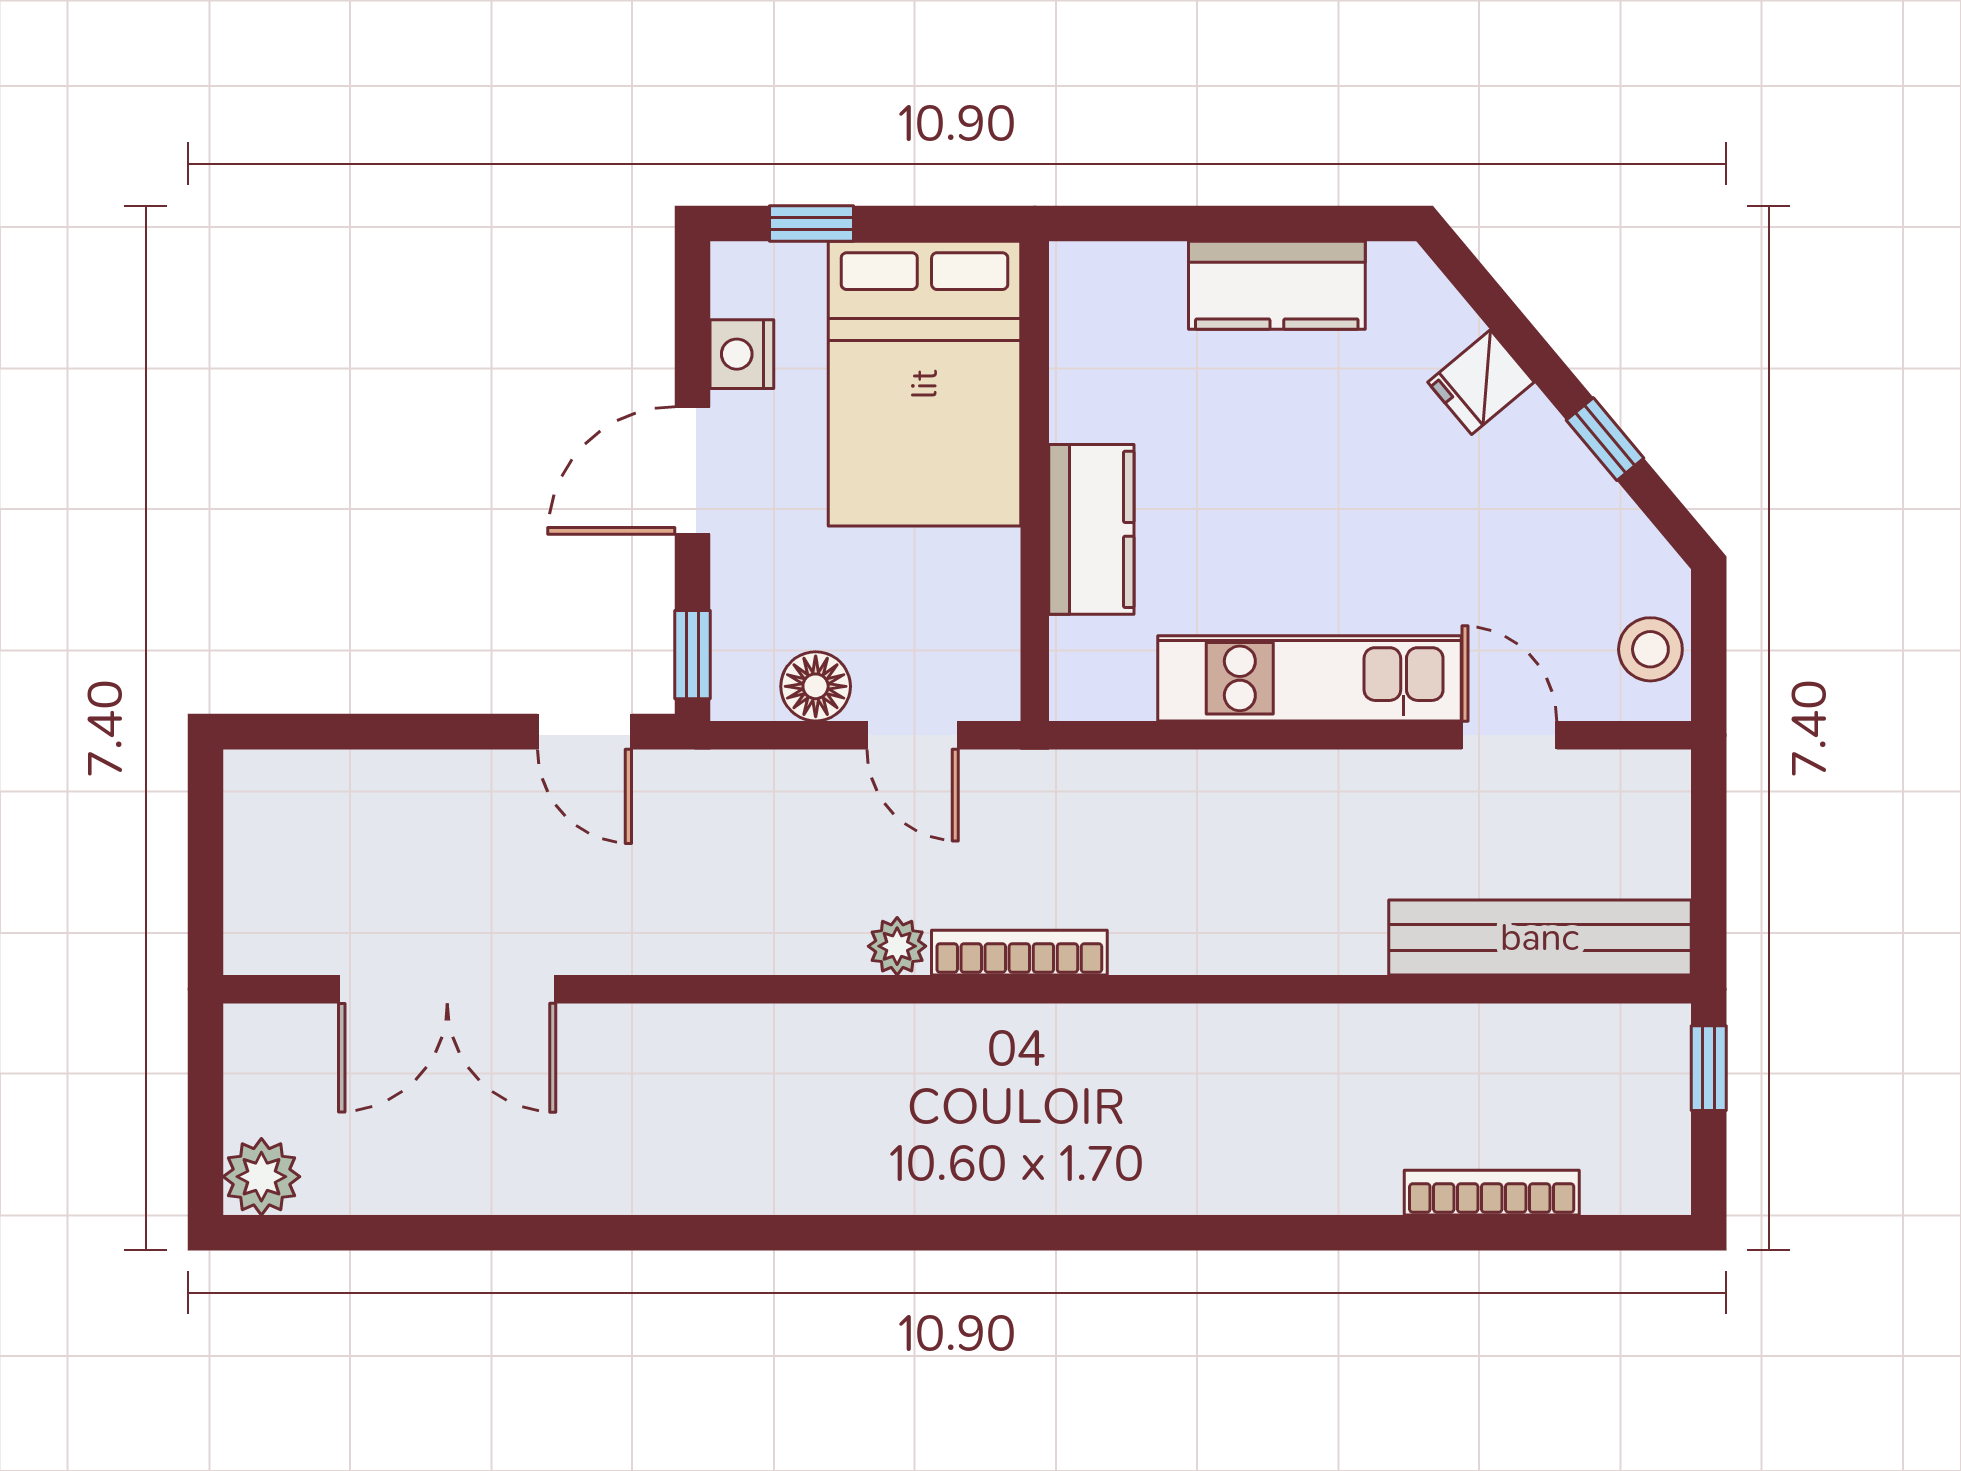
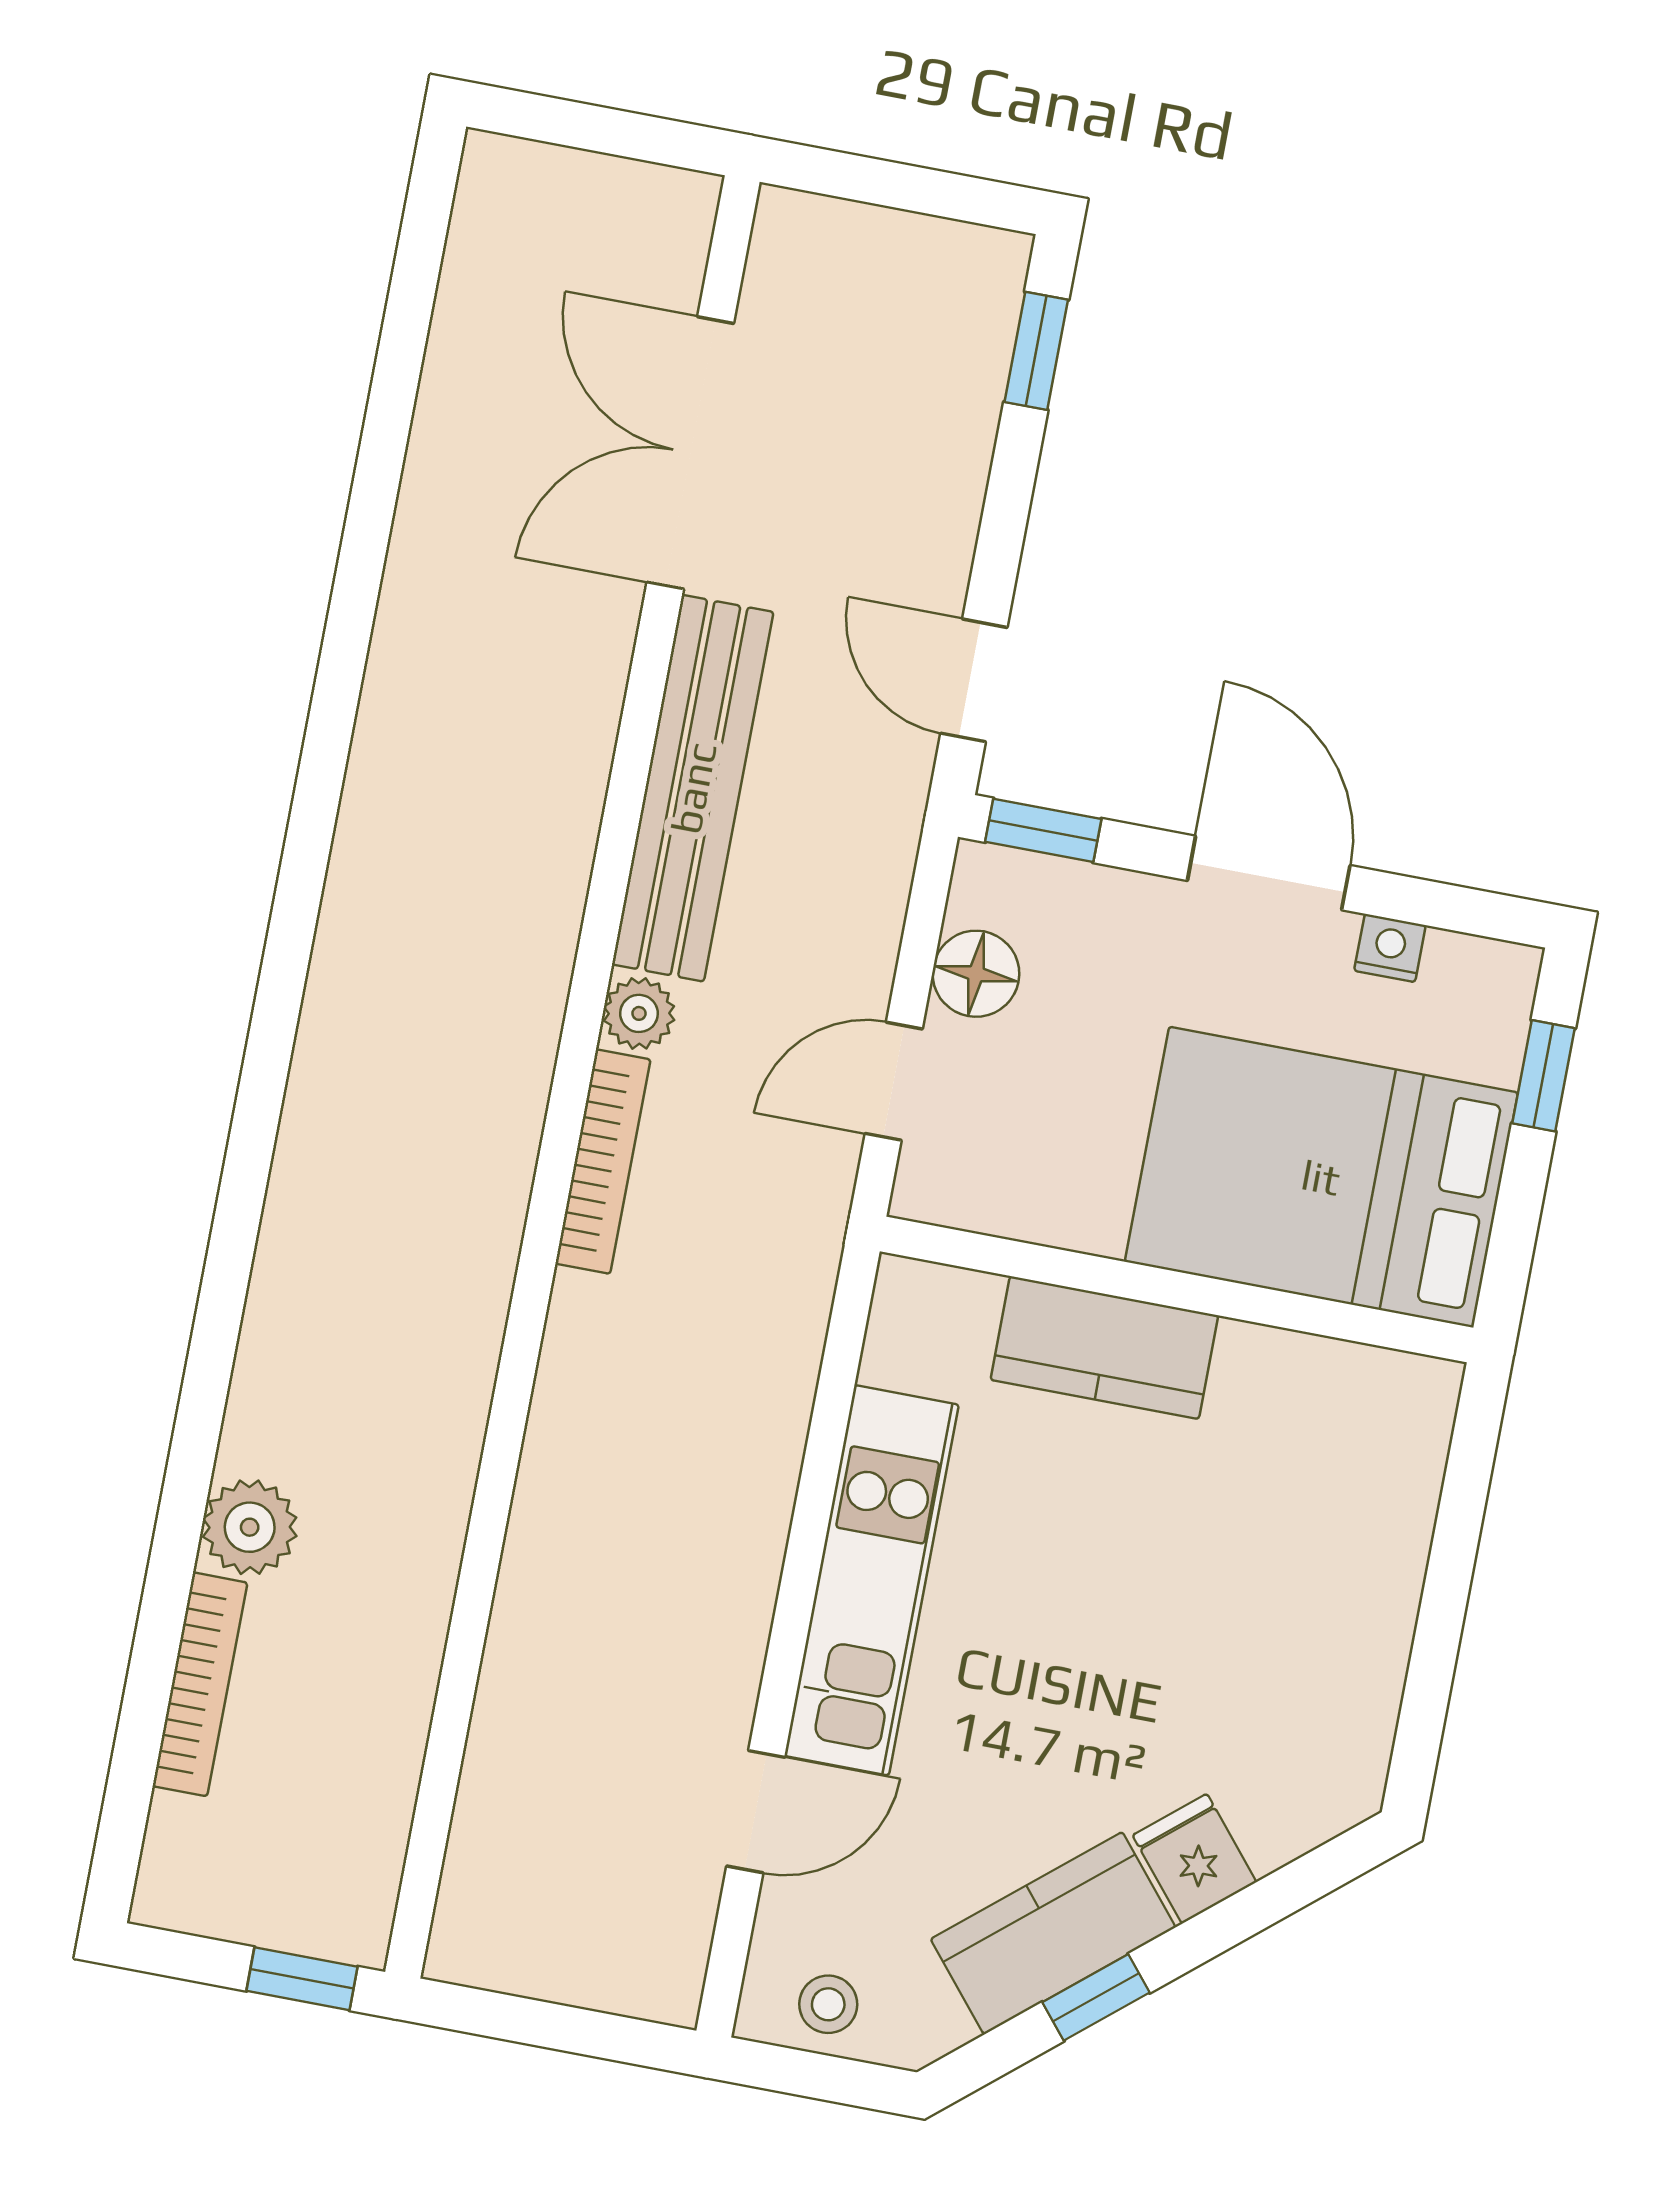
kitchen counter: (1277, 285) -> (1053, 1933), moved, turned 50
nightstand: (742, 354) -> (1390, 948), width x0.72, depth x0.74
stool: (1650, 649) -> (828, 2004), width x0.73, depth x0.73
window: (315, 732) -> (1036, 351), added
door: (584, 732) -> (974, 680), hinge flipped
bench: (1540, 937) -> (693, 788), moved
plant: (261, 1177) -> (250, 1527), moved

